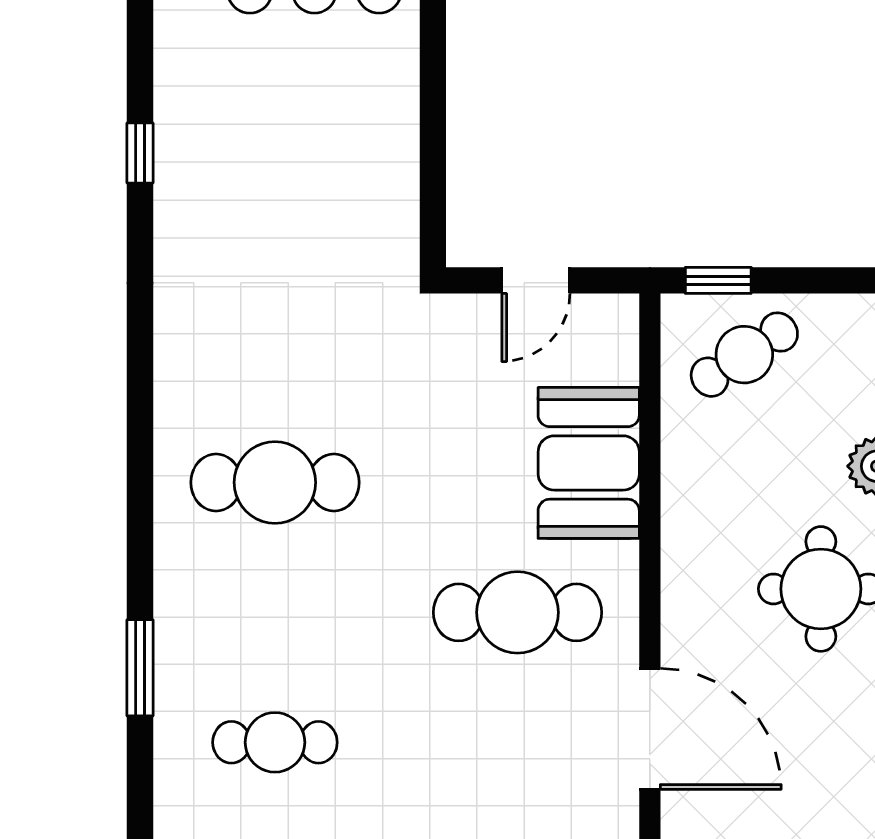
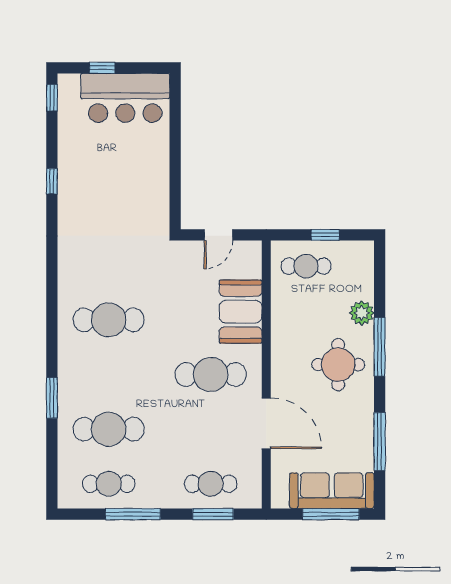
window: (718, 280) -> (325, 235), moved
cafe table: (744, 355) -> (306, 266), turned 33
cafe table: (275, 742) -> (109, 429), width x1.37, depth x1.35

